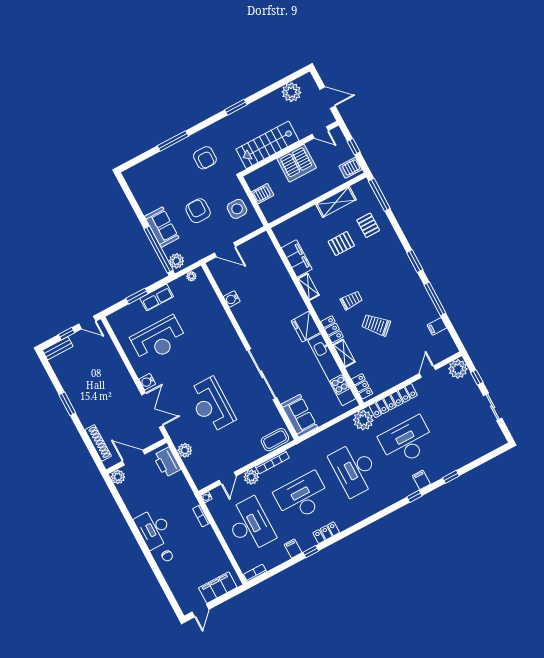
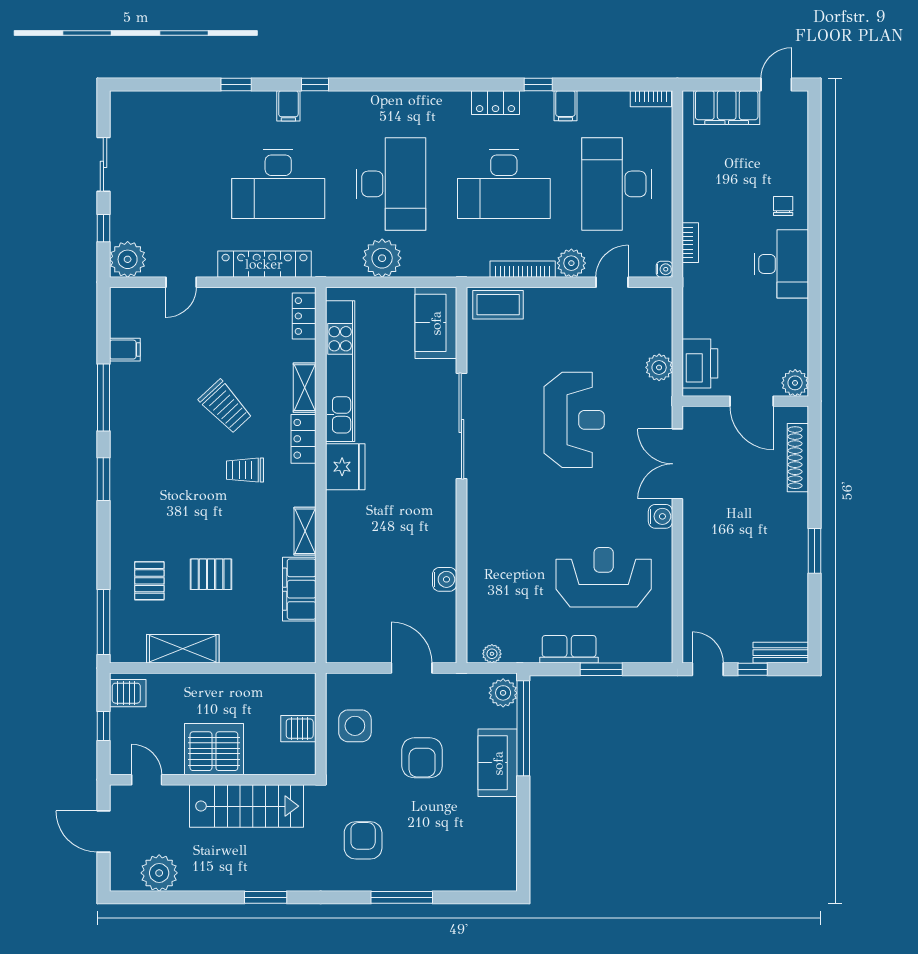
plant: (363, 420) -> (382, 258), moved

